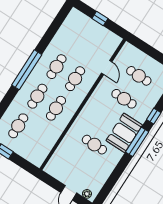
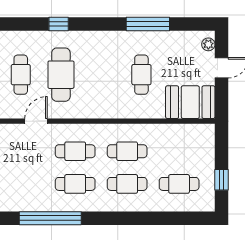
window: (27, 70) -> (50, 218), moved
cafe table: (124, 99) -> (61, 75), width x1.37, depth x1.35
booth: (124, 133) -> (190, 102), moved
window: (137, 142) -> (148, 24), moved

